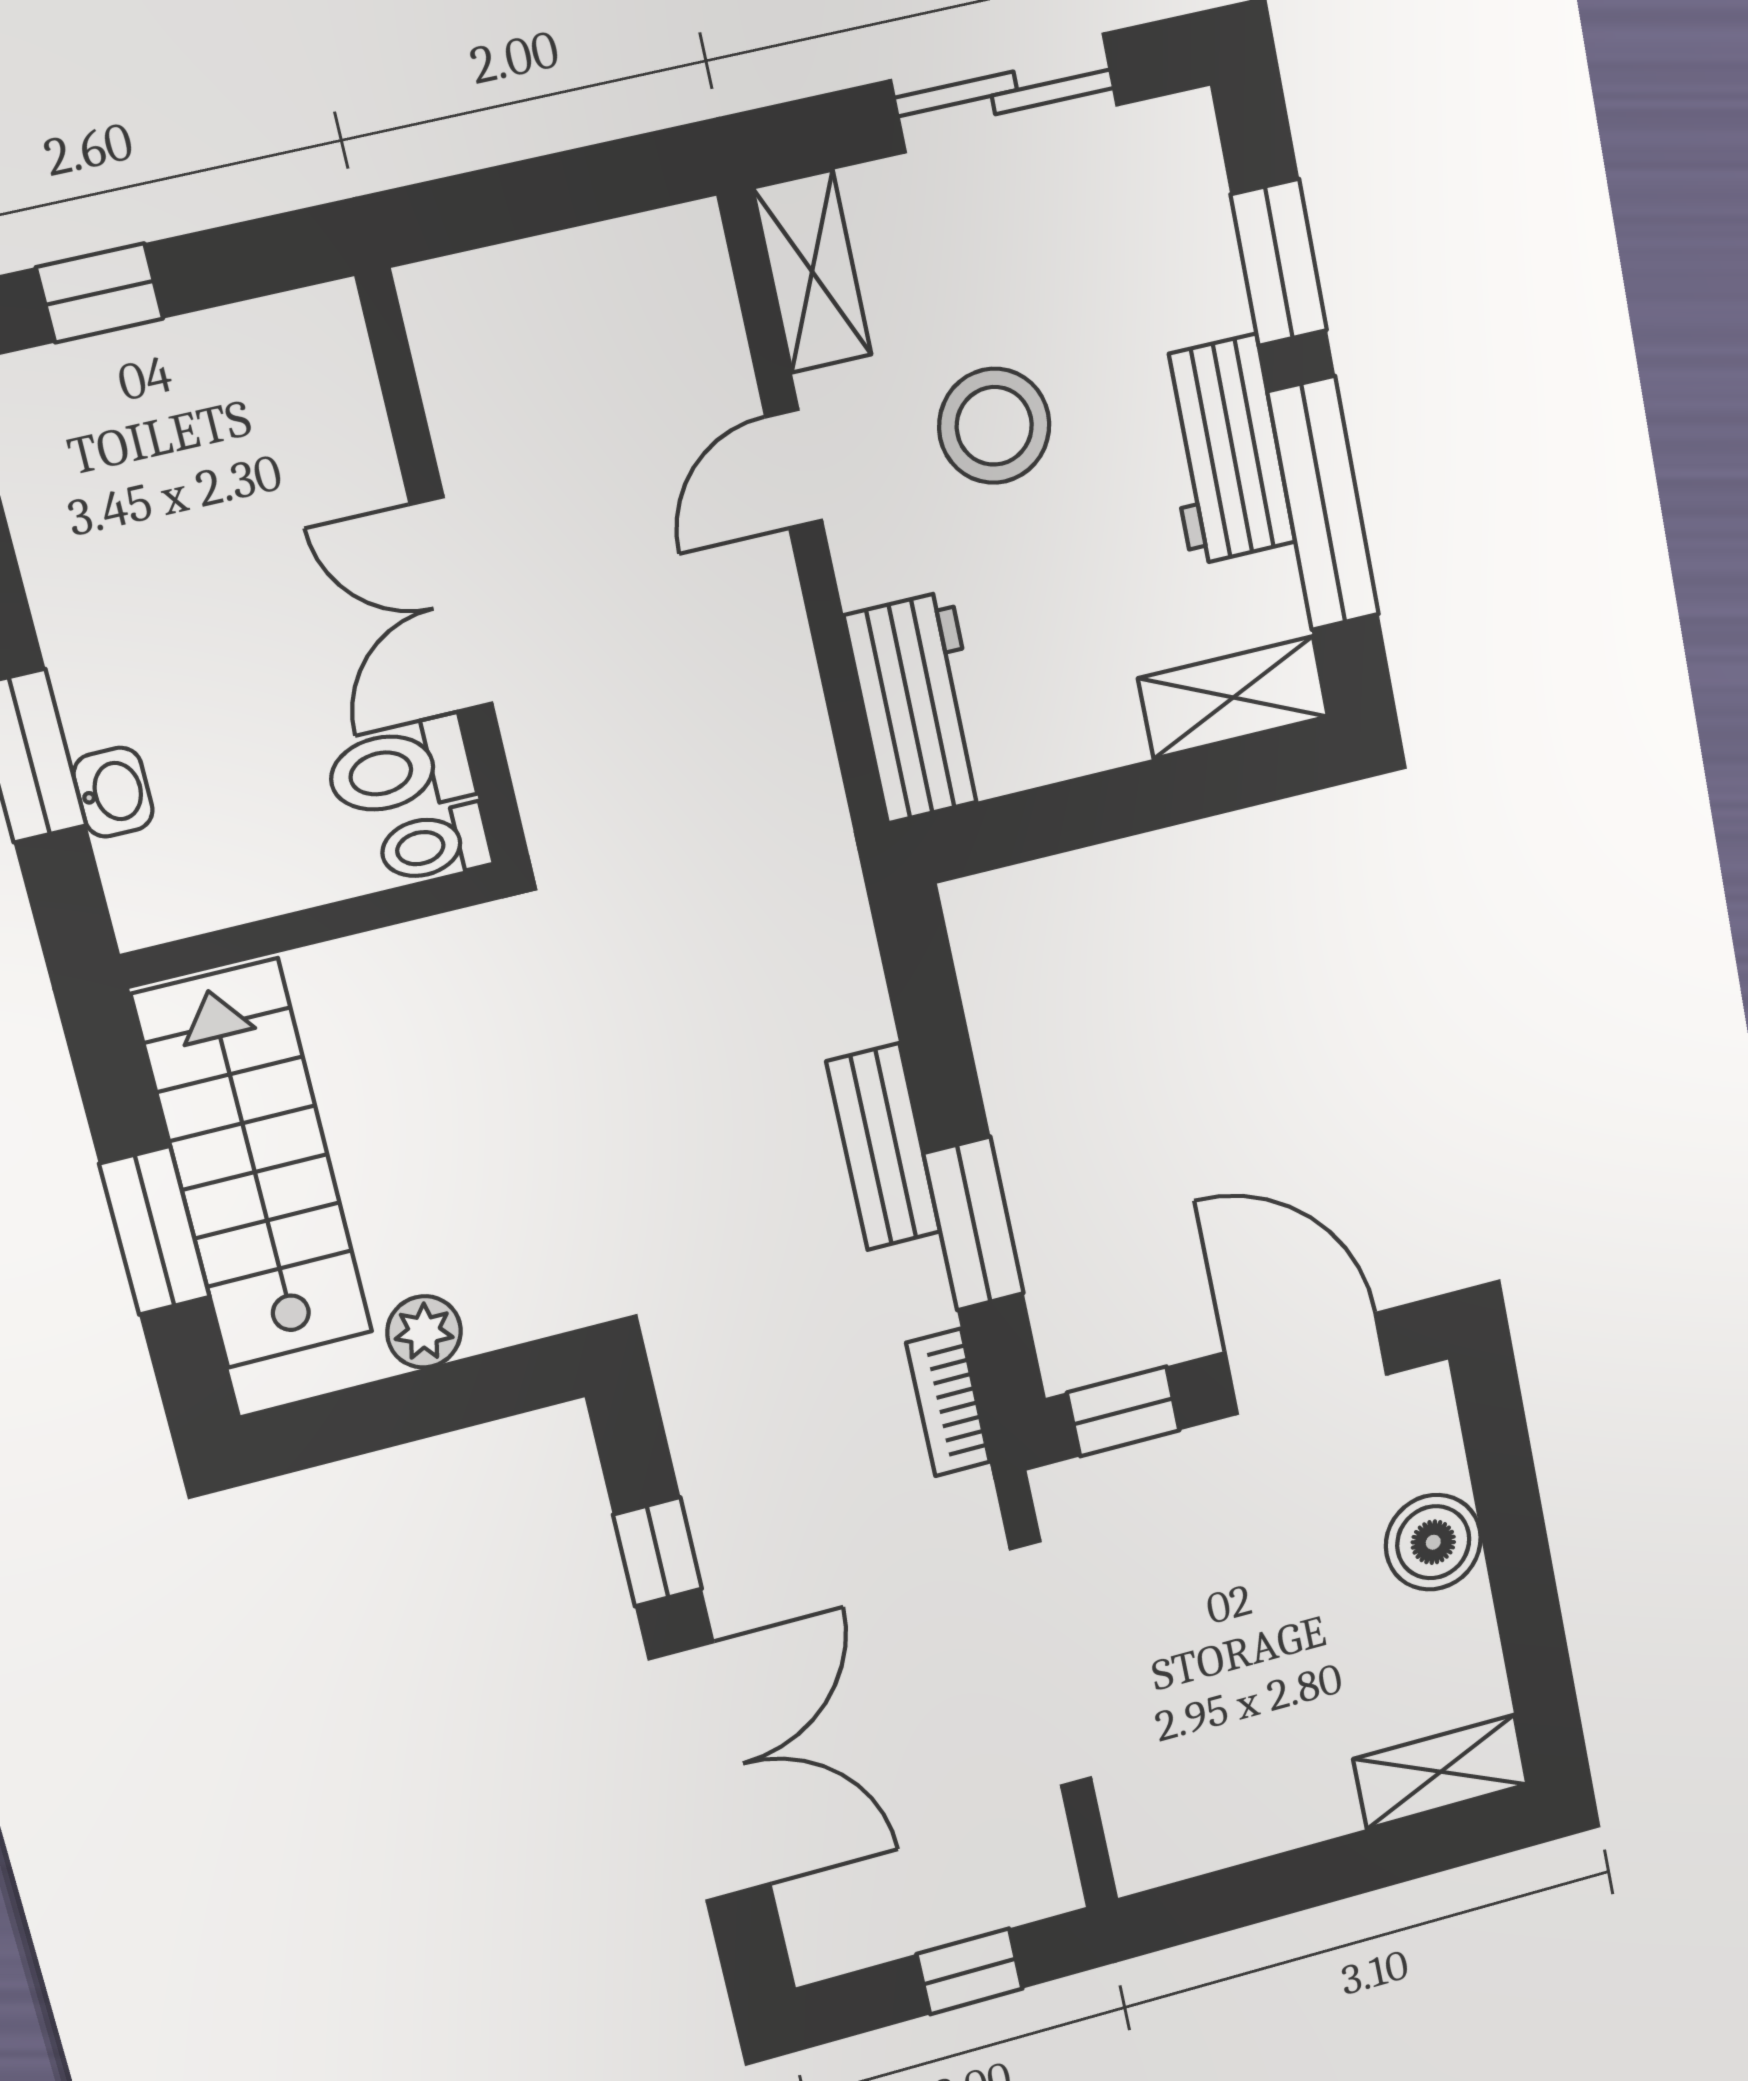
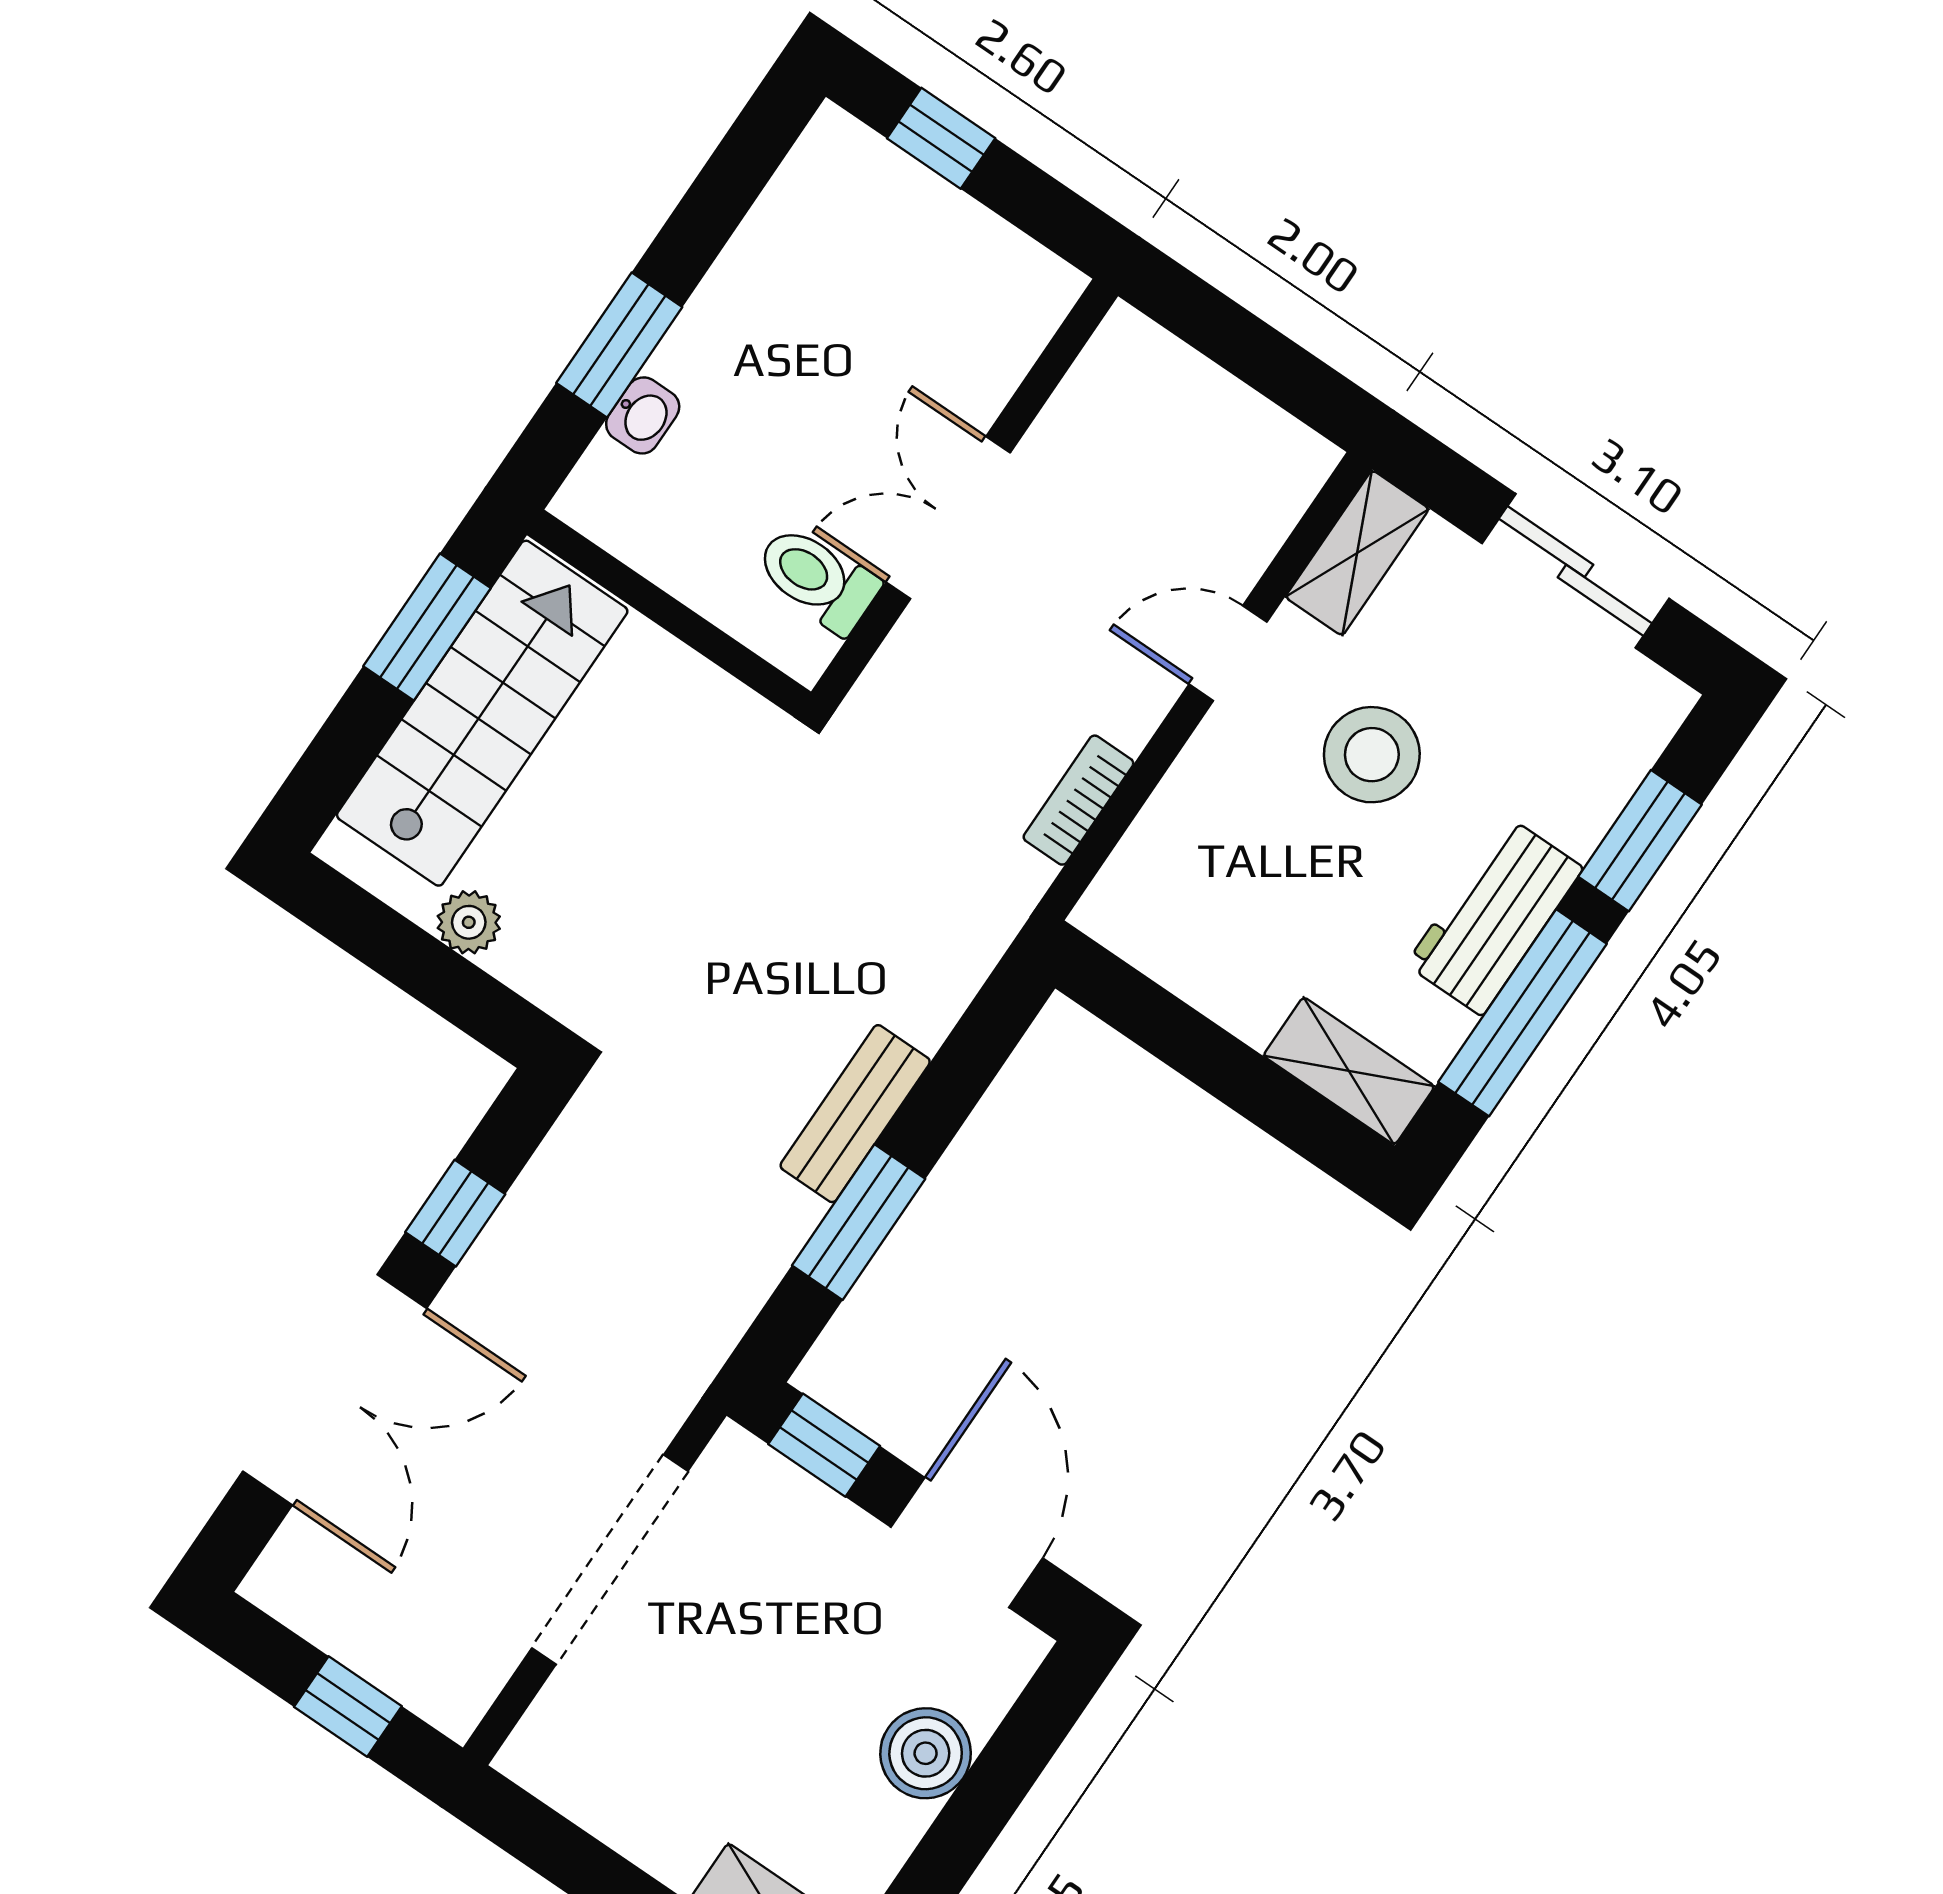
workbench: (919, 707) -> (1155, 871), removed
toilet: (435, 845) -> (789, 644), removed
window: (155, 1231) -> (427, 627), moved
bookcase: (948, 1402) -> (1078, 800), moved

